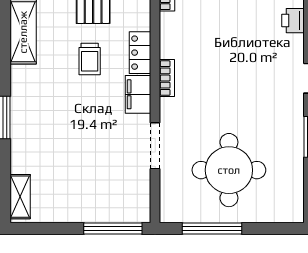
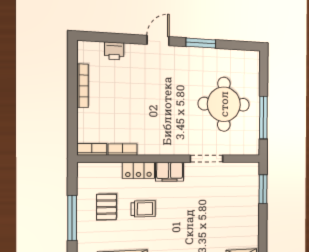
bookcase: (167, 78) -> (123, 149), moved
window: (113, 228) -> (263, 189), width x0.69

